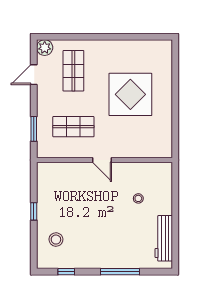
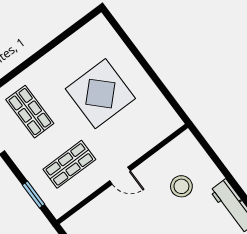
stool: (138, 198) -> (181, 186), width x1.89, depth x1.89

